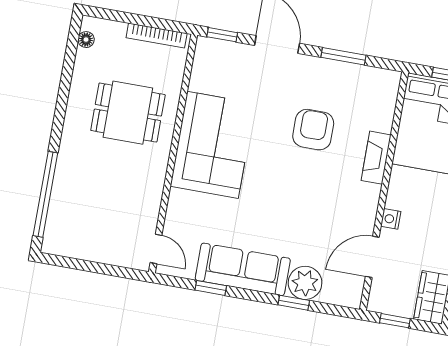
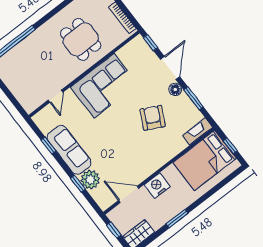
floor lamp: (309, 66) -> (175, 89), added
armchair: (313, 130) -> (153, 118), turned -63
fireplace: (376, 158) -> (197, 131), moved
nightstand: (391, 219) -> (157, 186), width x1.89, depth x1.79
door: (156, 249) -> (56, 96), moved

